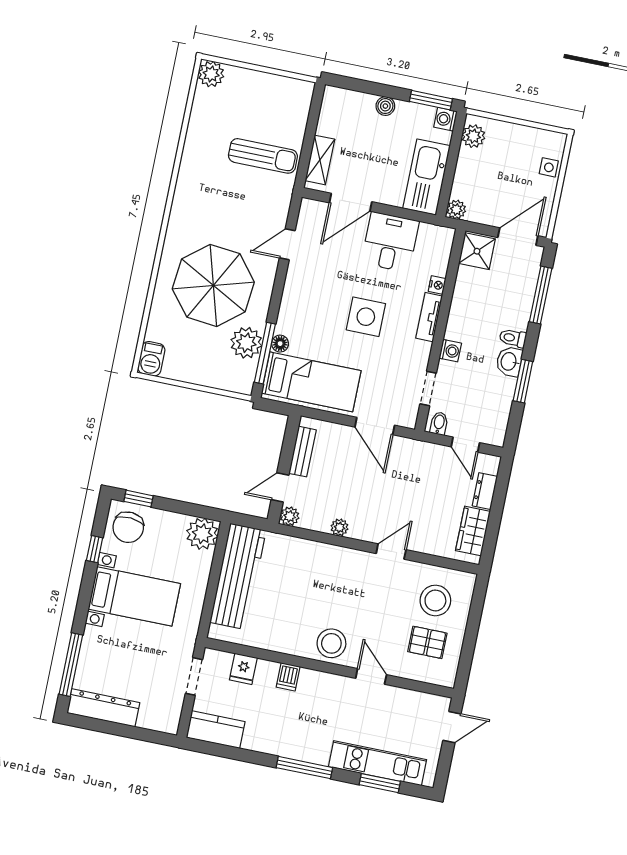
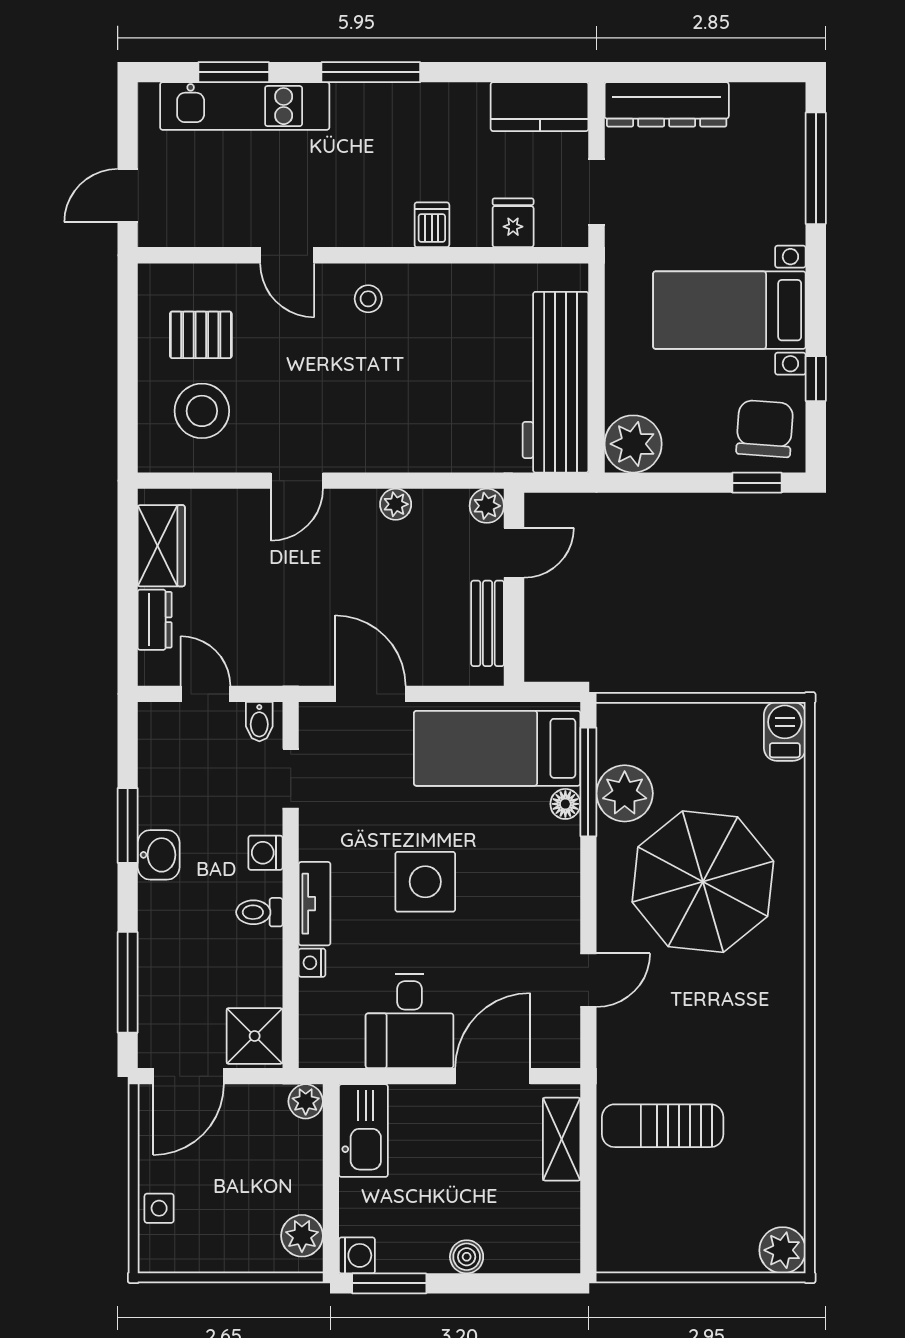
kitchen sink: (427, 177) -> (363, 1131), width x0.73, depth x0.81
toilet: (513, 338) -> (259, 912), moved, turned 180
stool: (331, 643) -> (368, 299), width x0.53, depth x0.53
dresser: (103, 708) -> (667, 104), moved

